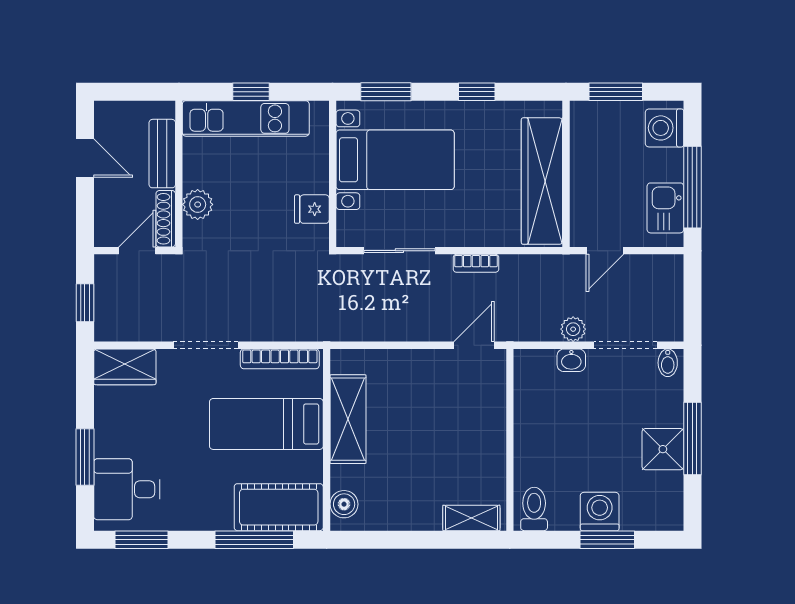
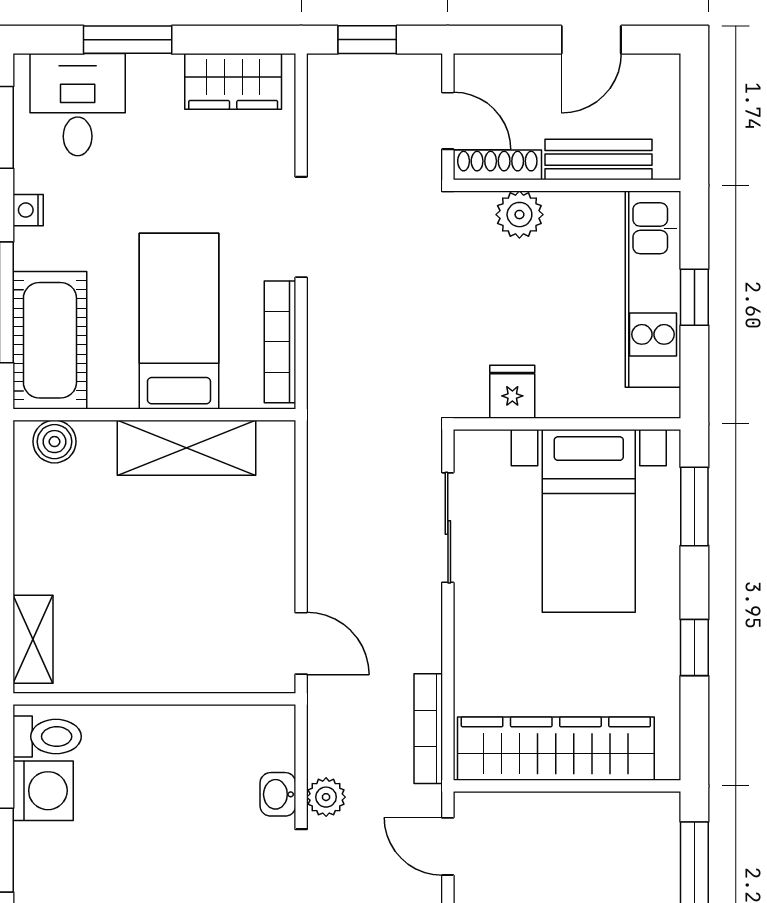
bookcase: (476, 263) -> (428, 729), moved, width x1.56
wardrobe: (125, 367) -> (233, 81), moved, turned -90
washing machine: (600, 512) -> (43, 791), moved
nightstand: (195, 521) -> (28, 210), added

